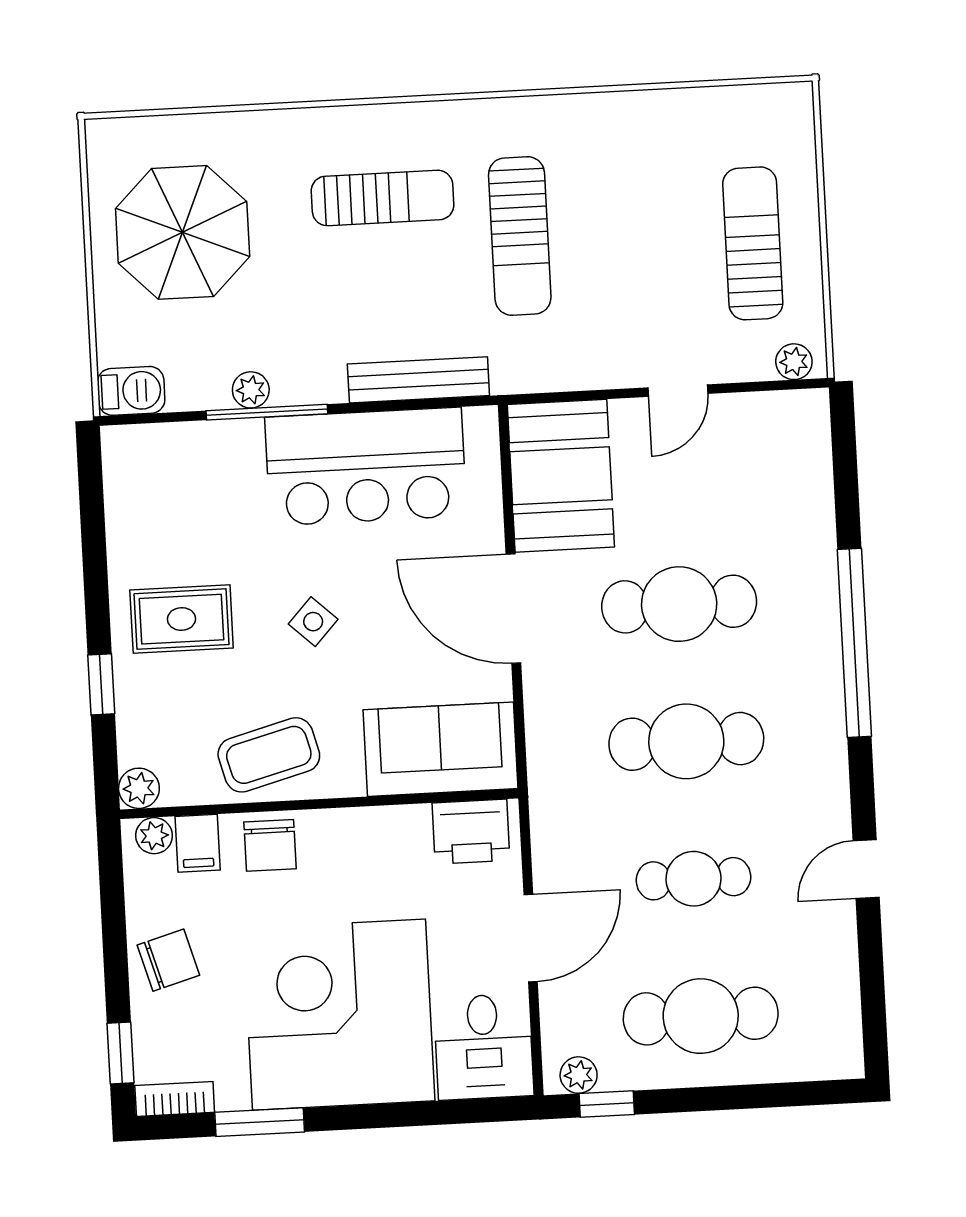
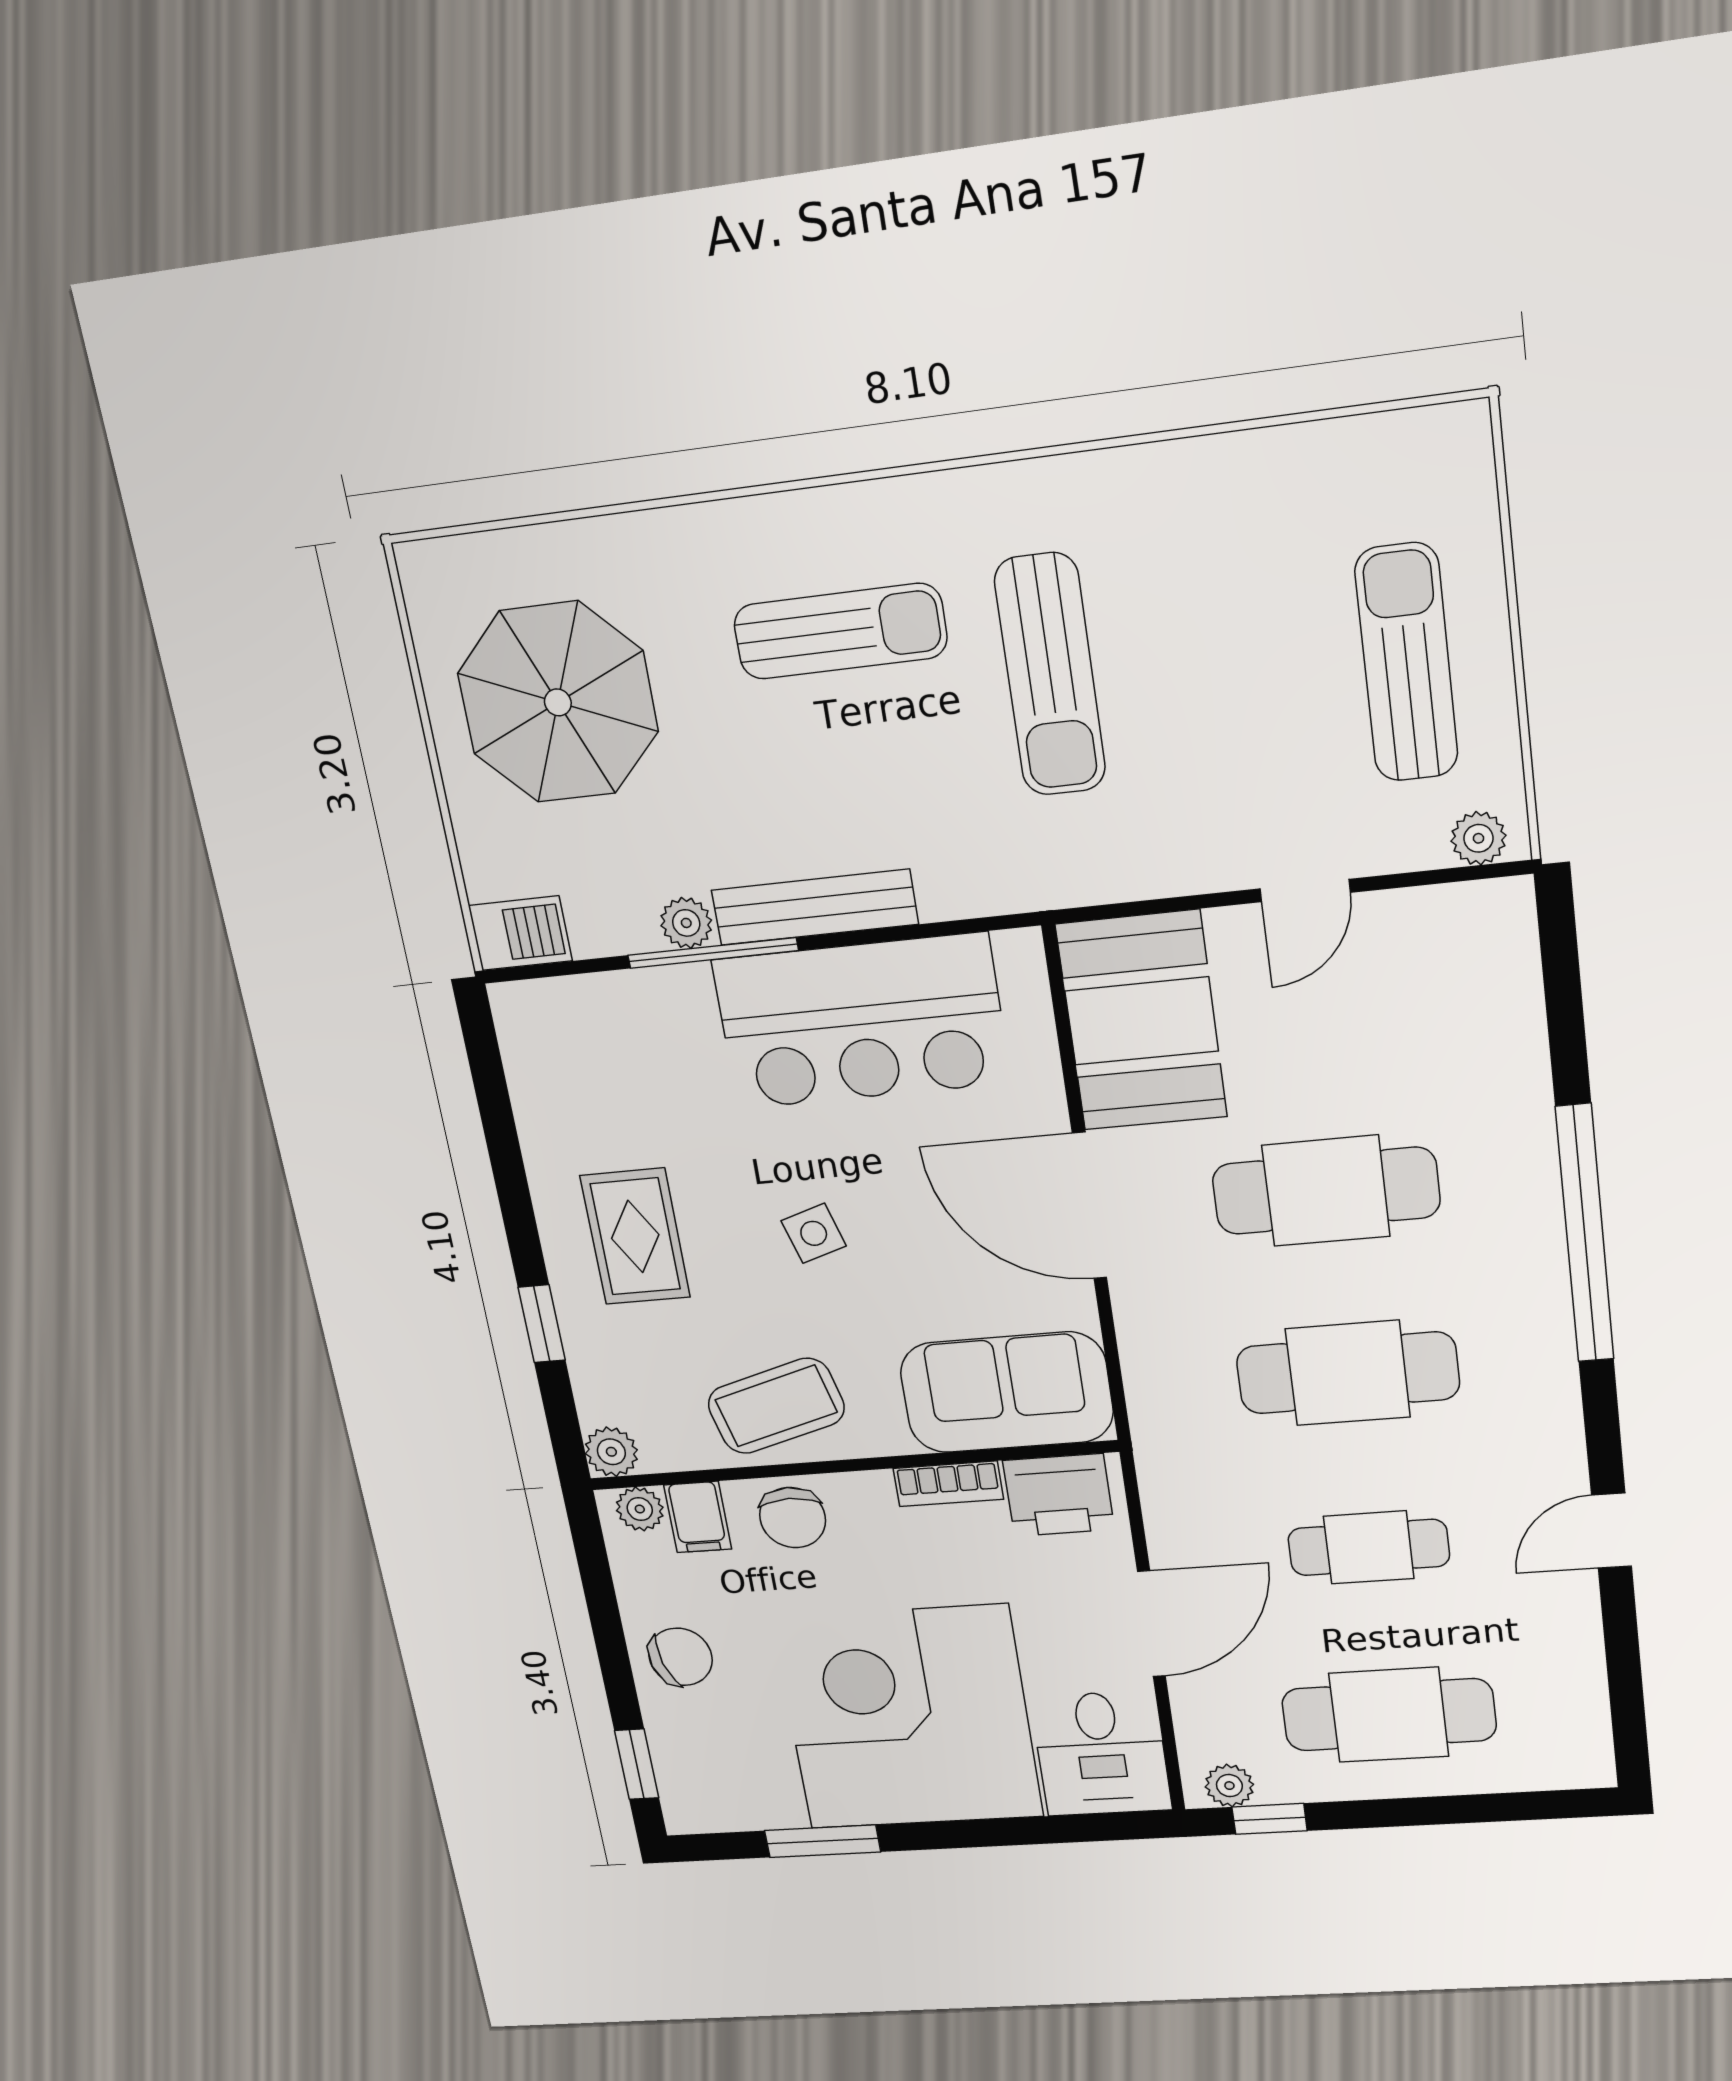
bench: (418, 380) -> (815, 907), moved
rug: (182, 619) -> (635, 1236), turned 90
side table: (313, 622) -> (814, 1233), turned 30
bookcase: (175, 1099) -> (948, 1484), moved, turned 180

